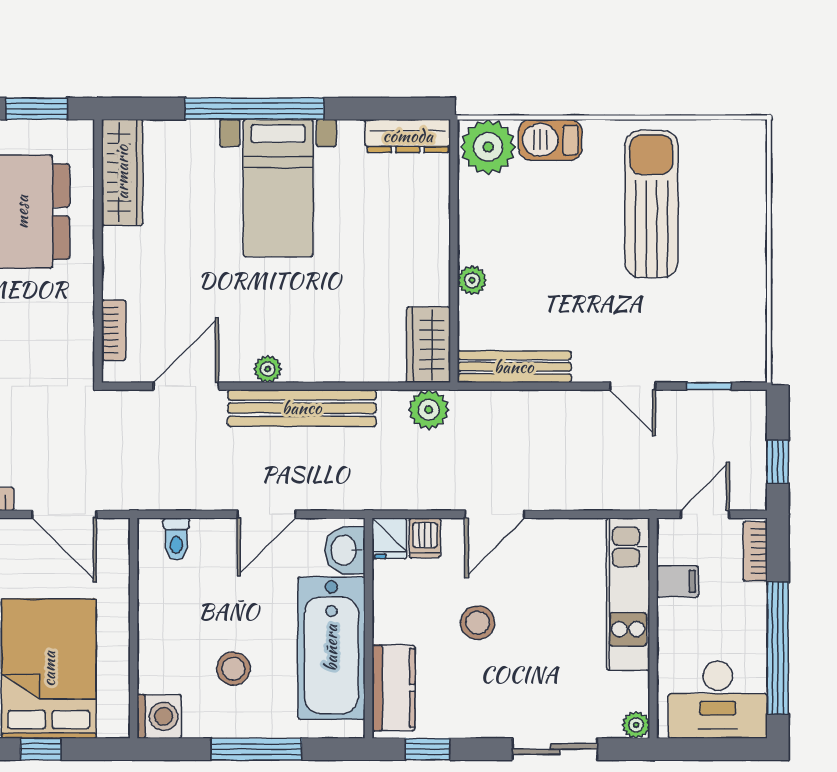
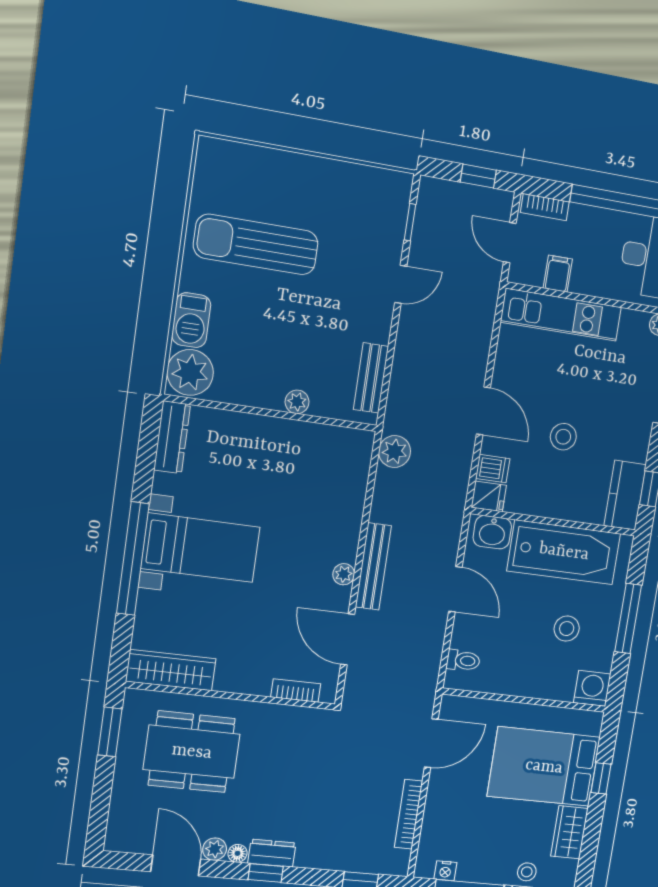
wardrobe: (428, 345) -> (343, 444), removed
bench: (514, 367) -> (371, 378), width x0.73
bench: (302, 408) -> (373, 566), width x0.73, depth x0.82
kitchen counter: (393, 688) -> (625, 495), moved, turned -90

